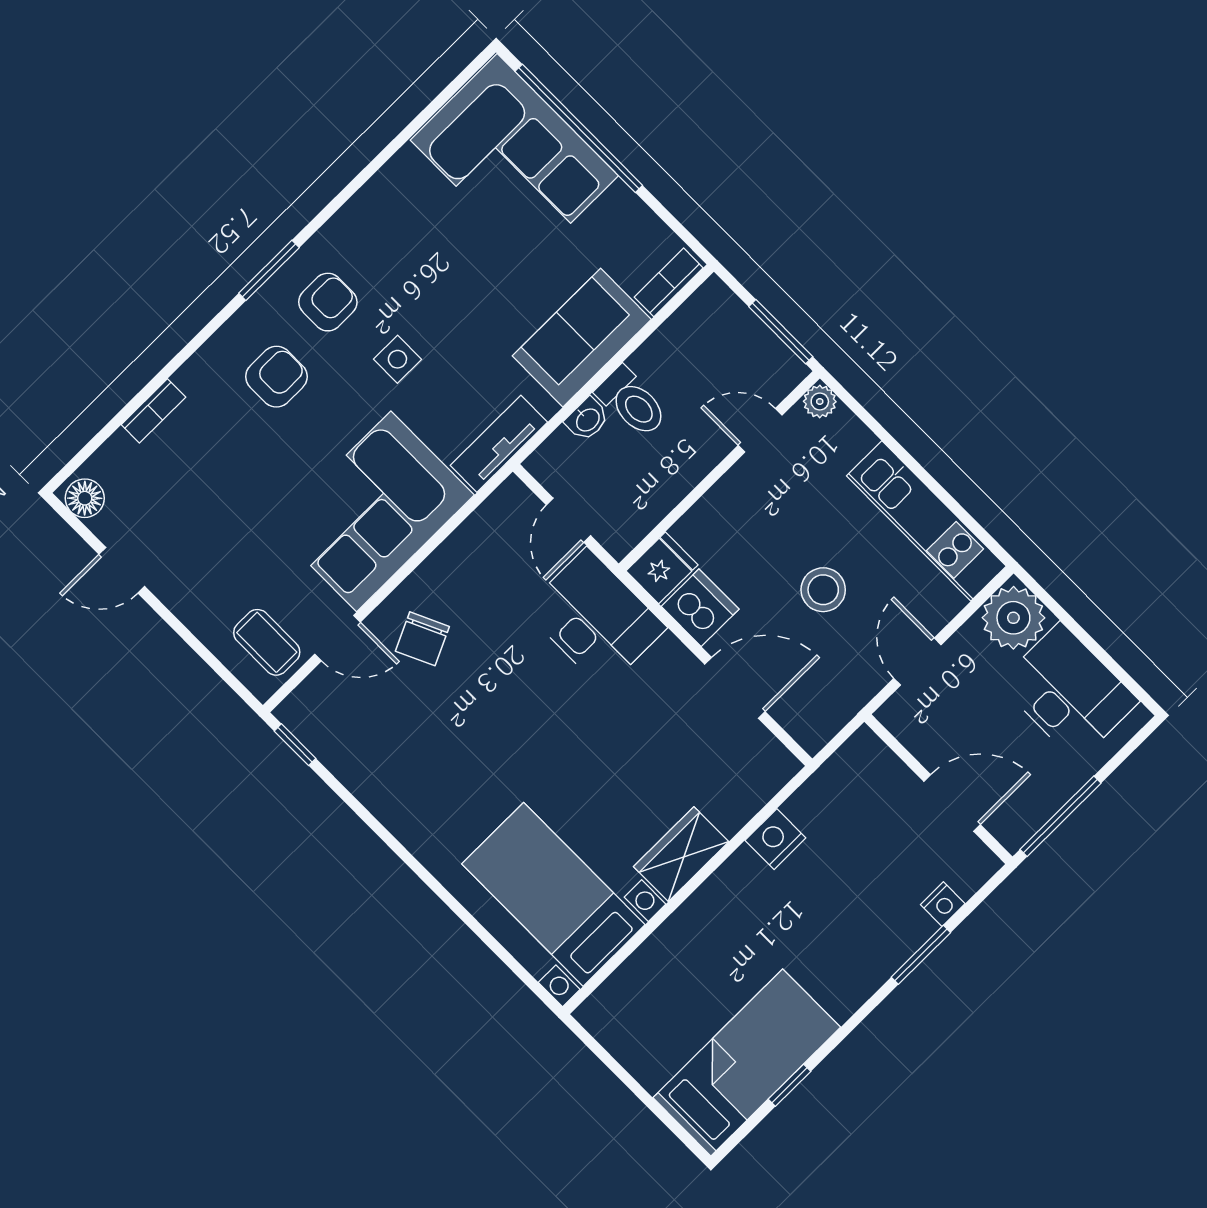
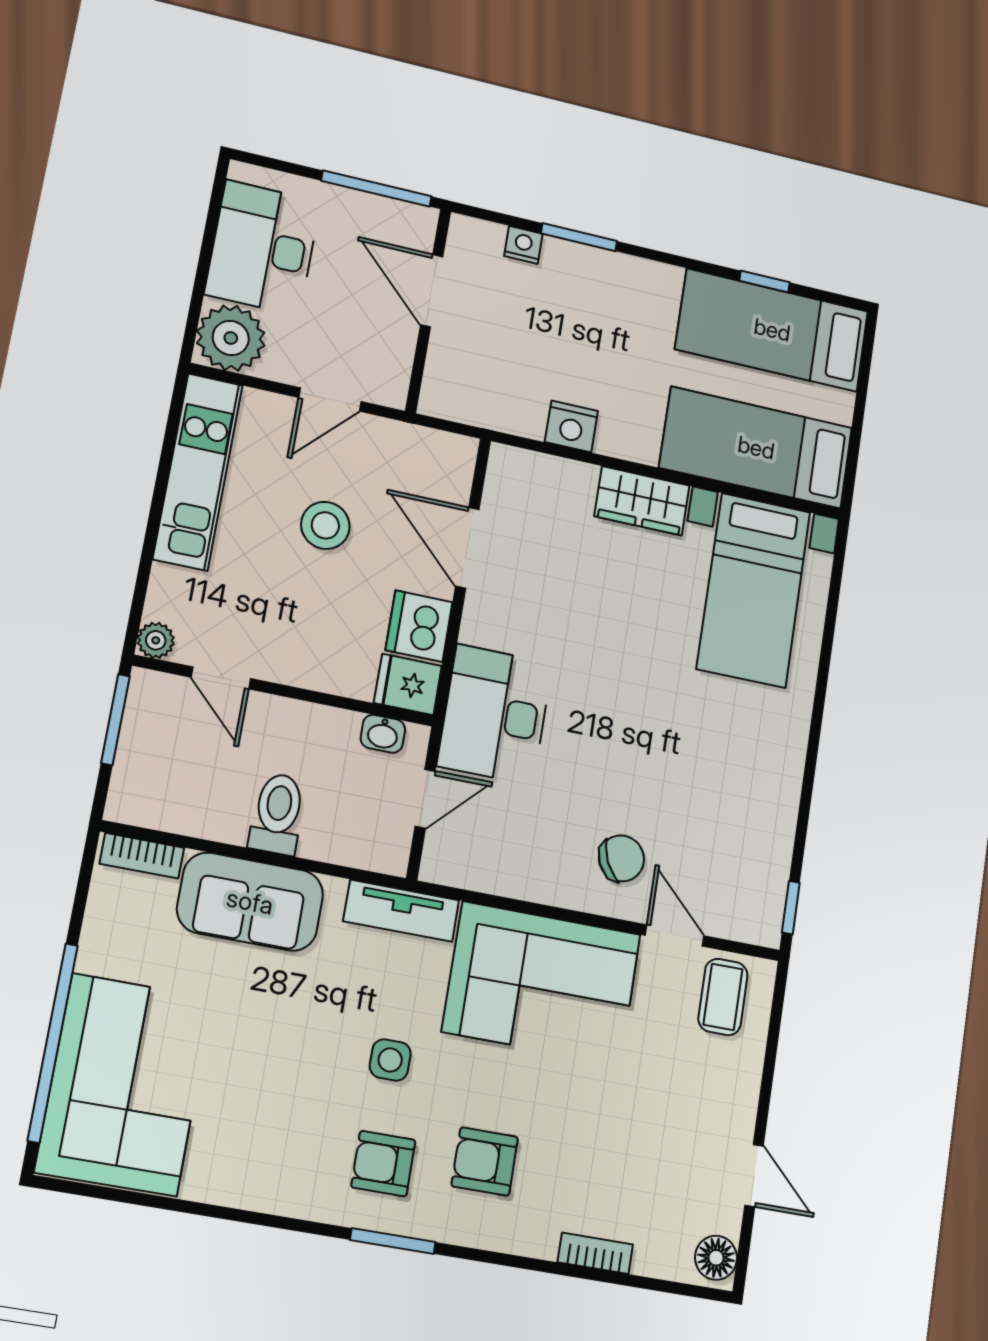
washbasin: (587, 419) -> (383, 734), moved, turned 180
bed: (663, 979) -> (756, 448), added

